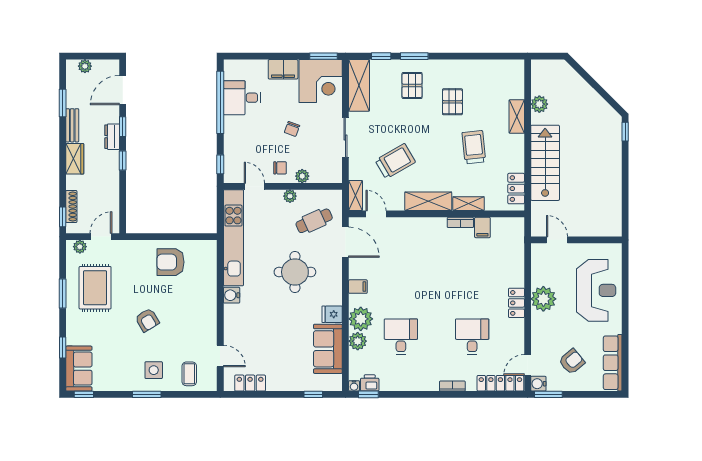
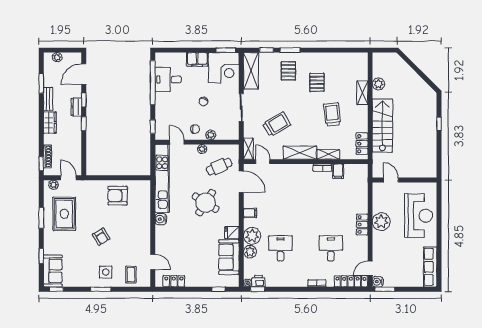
window: (625, 132) -> (439, 124), moved
door: (101, 237) -> (68, 178), hinge flipped
round table: (295, 272) -> (206, 203), turned 32
armchair: (572, 362) -> (401, 266), removed

